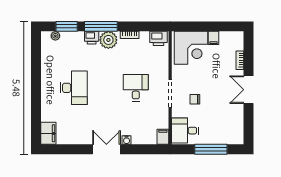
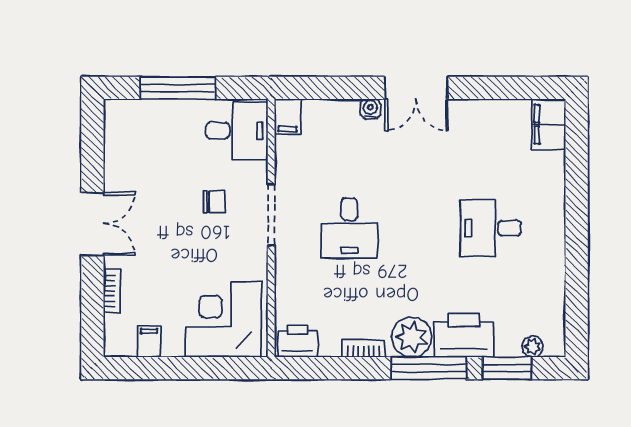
printer: (92, 38) -> (464, 335), width x1.87, depth x1.48
filing cabinet: (214, 38) -> (149, 342), moved
desk: (74, 88) -> (491, 228), width x0.73

